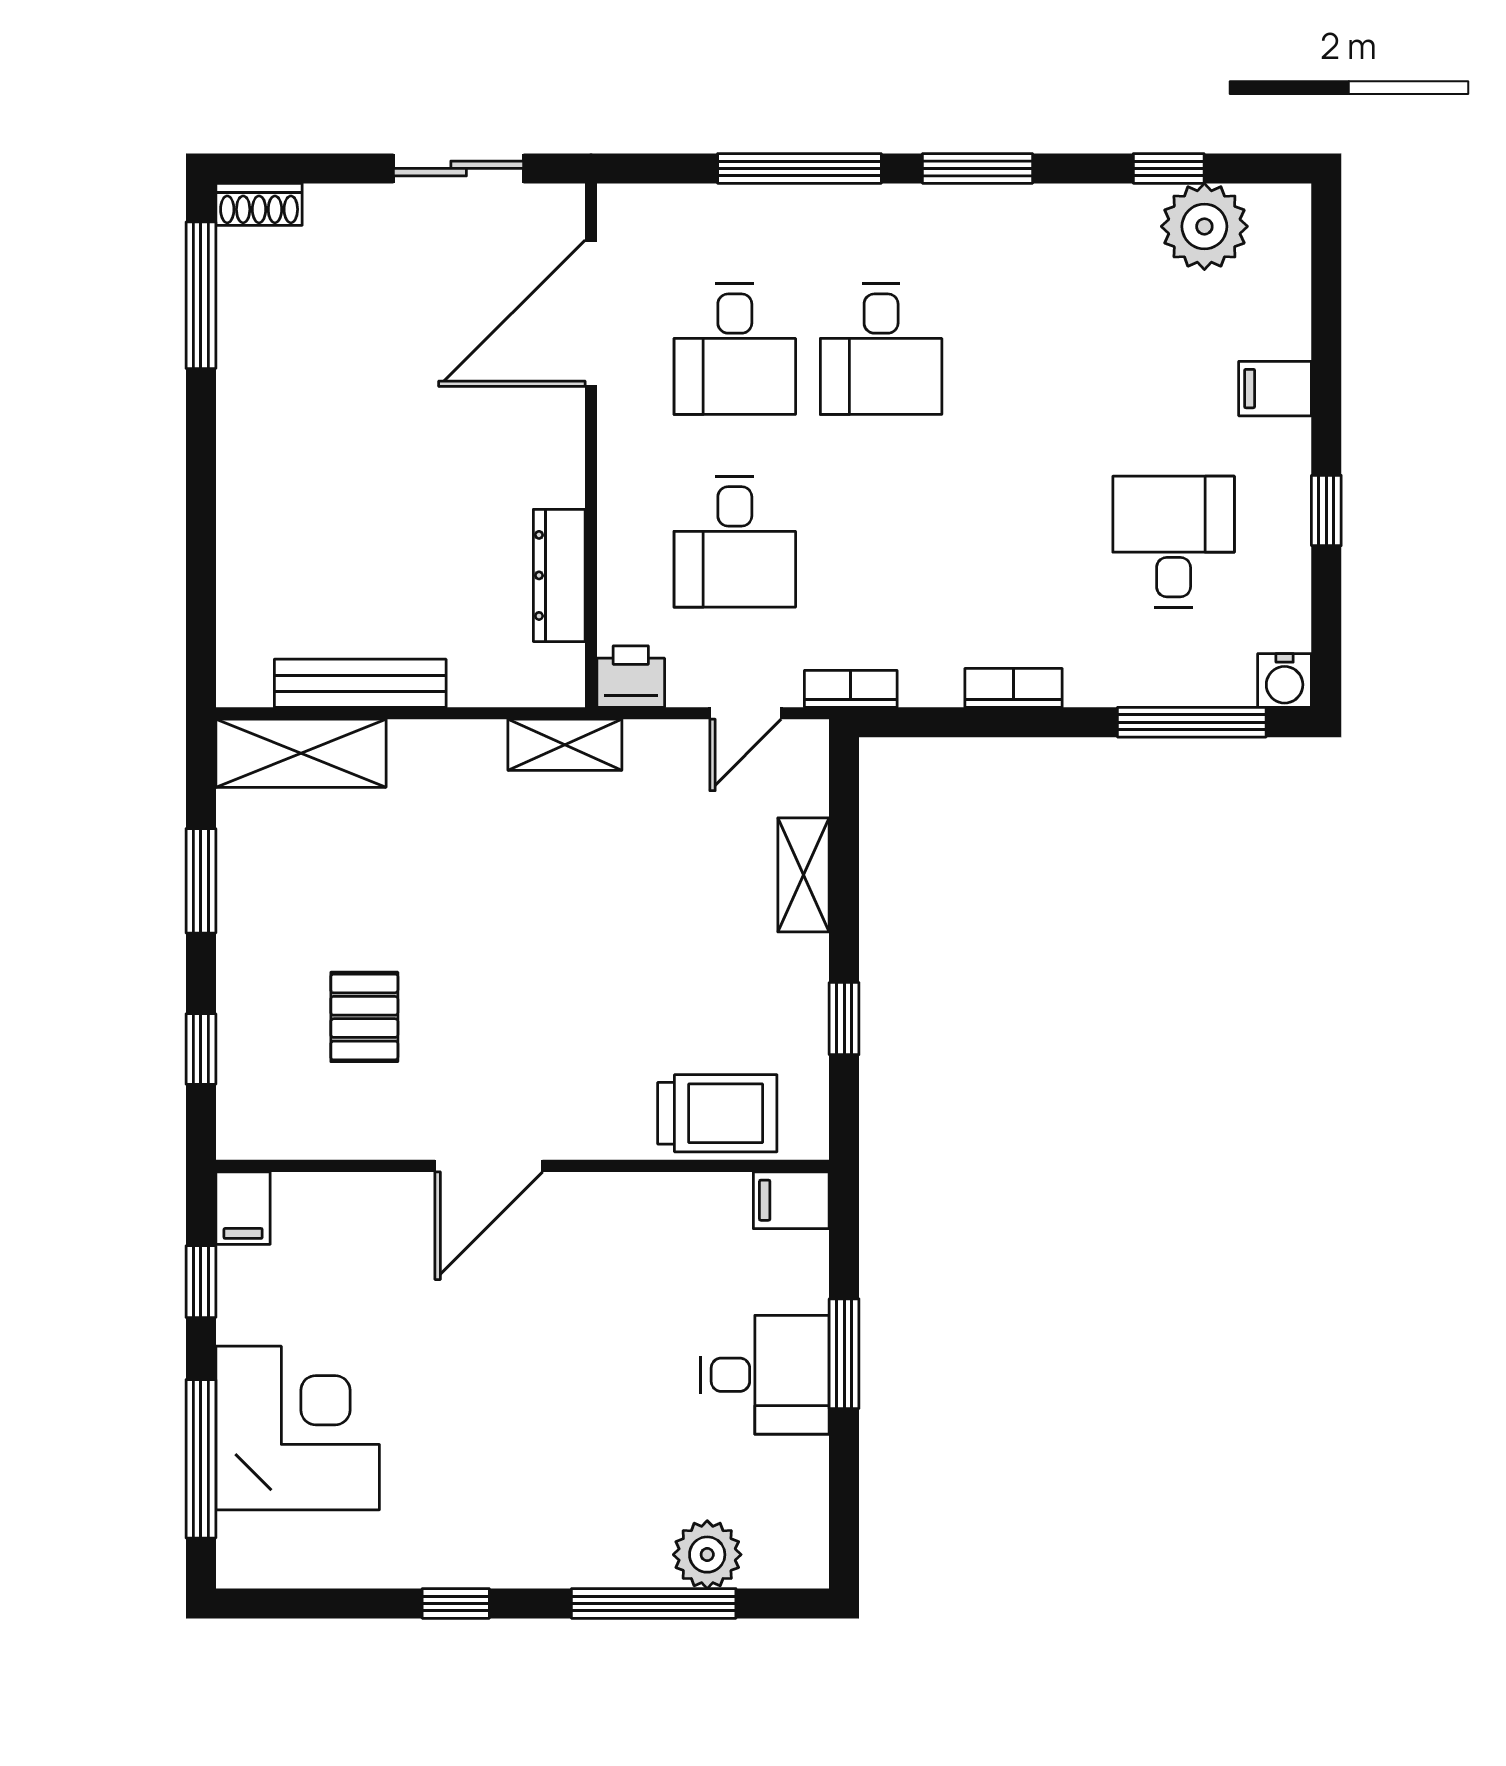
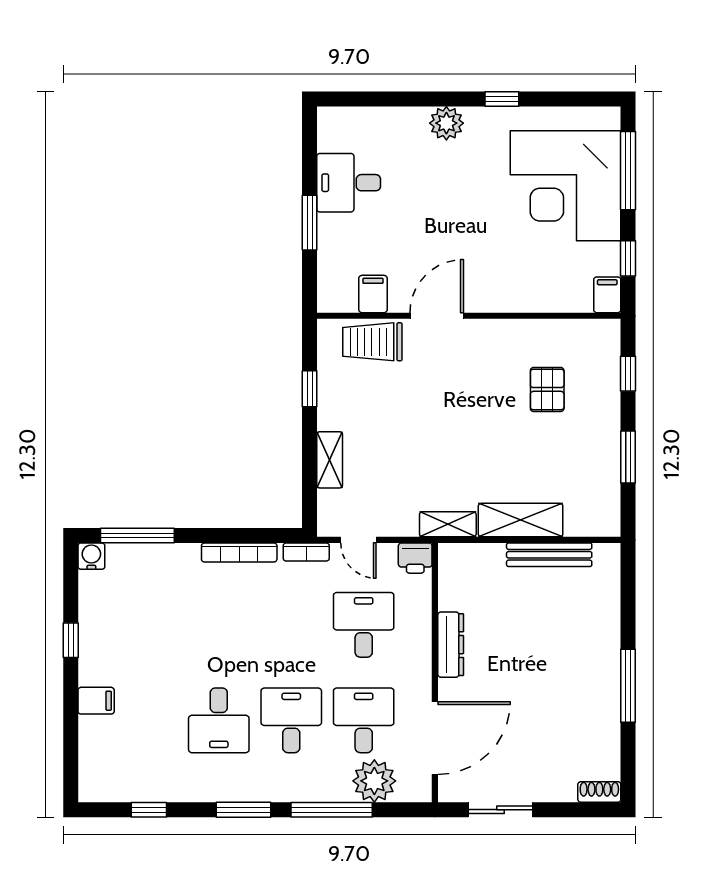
plant: (1204, 226) -> (374, 781), moved
window: (201, 295) -> (628, 686), moved
desk: (1174, 542) -> (219, 720), moved
dresser: (559, 575) -> (451, 645), moved
bookcase: (1014, 688) -> (239, 552), width x1.56
door: (745, 713) -> (358, 540), swing flipped
shelving: (301, 753) -> (521, 520), moved
door: (489, 1166) -> (437, 316), moved
filing cabinet: (791, 1200) -> (373, 294), moved, turned -90
desk: (765, 1375) -> (349, 183), moved
corner desk: (298, 1428) -> (566, 186), width x1.36, depth x1.36
plant: (707, 1555) -> (446, 123), moved
window: (654, 1603) -> (404, 99), removed

